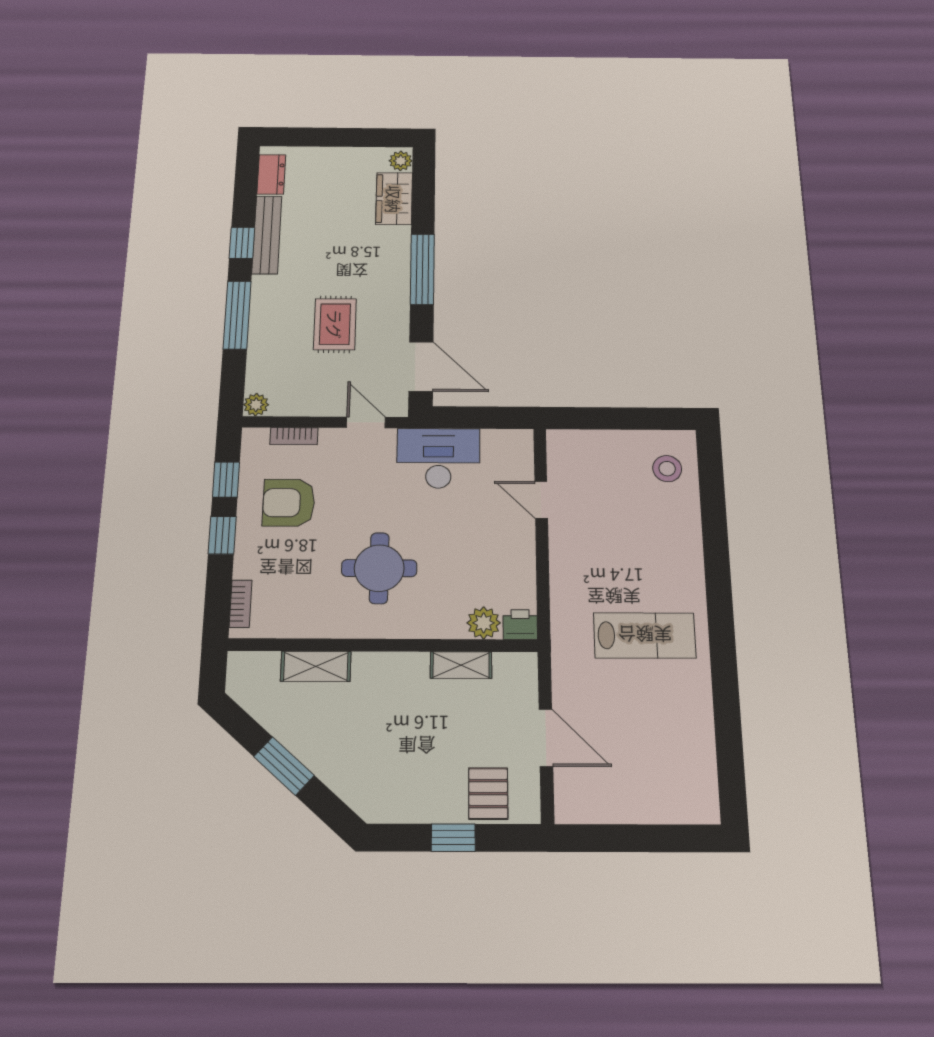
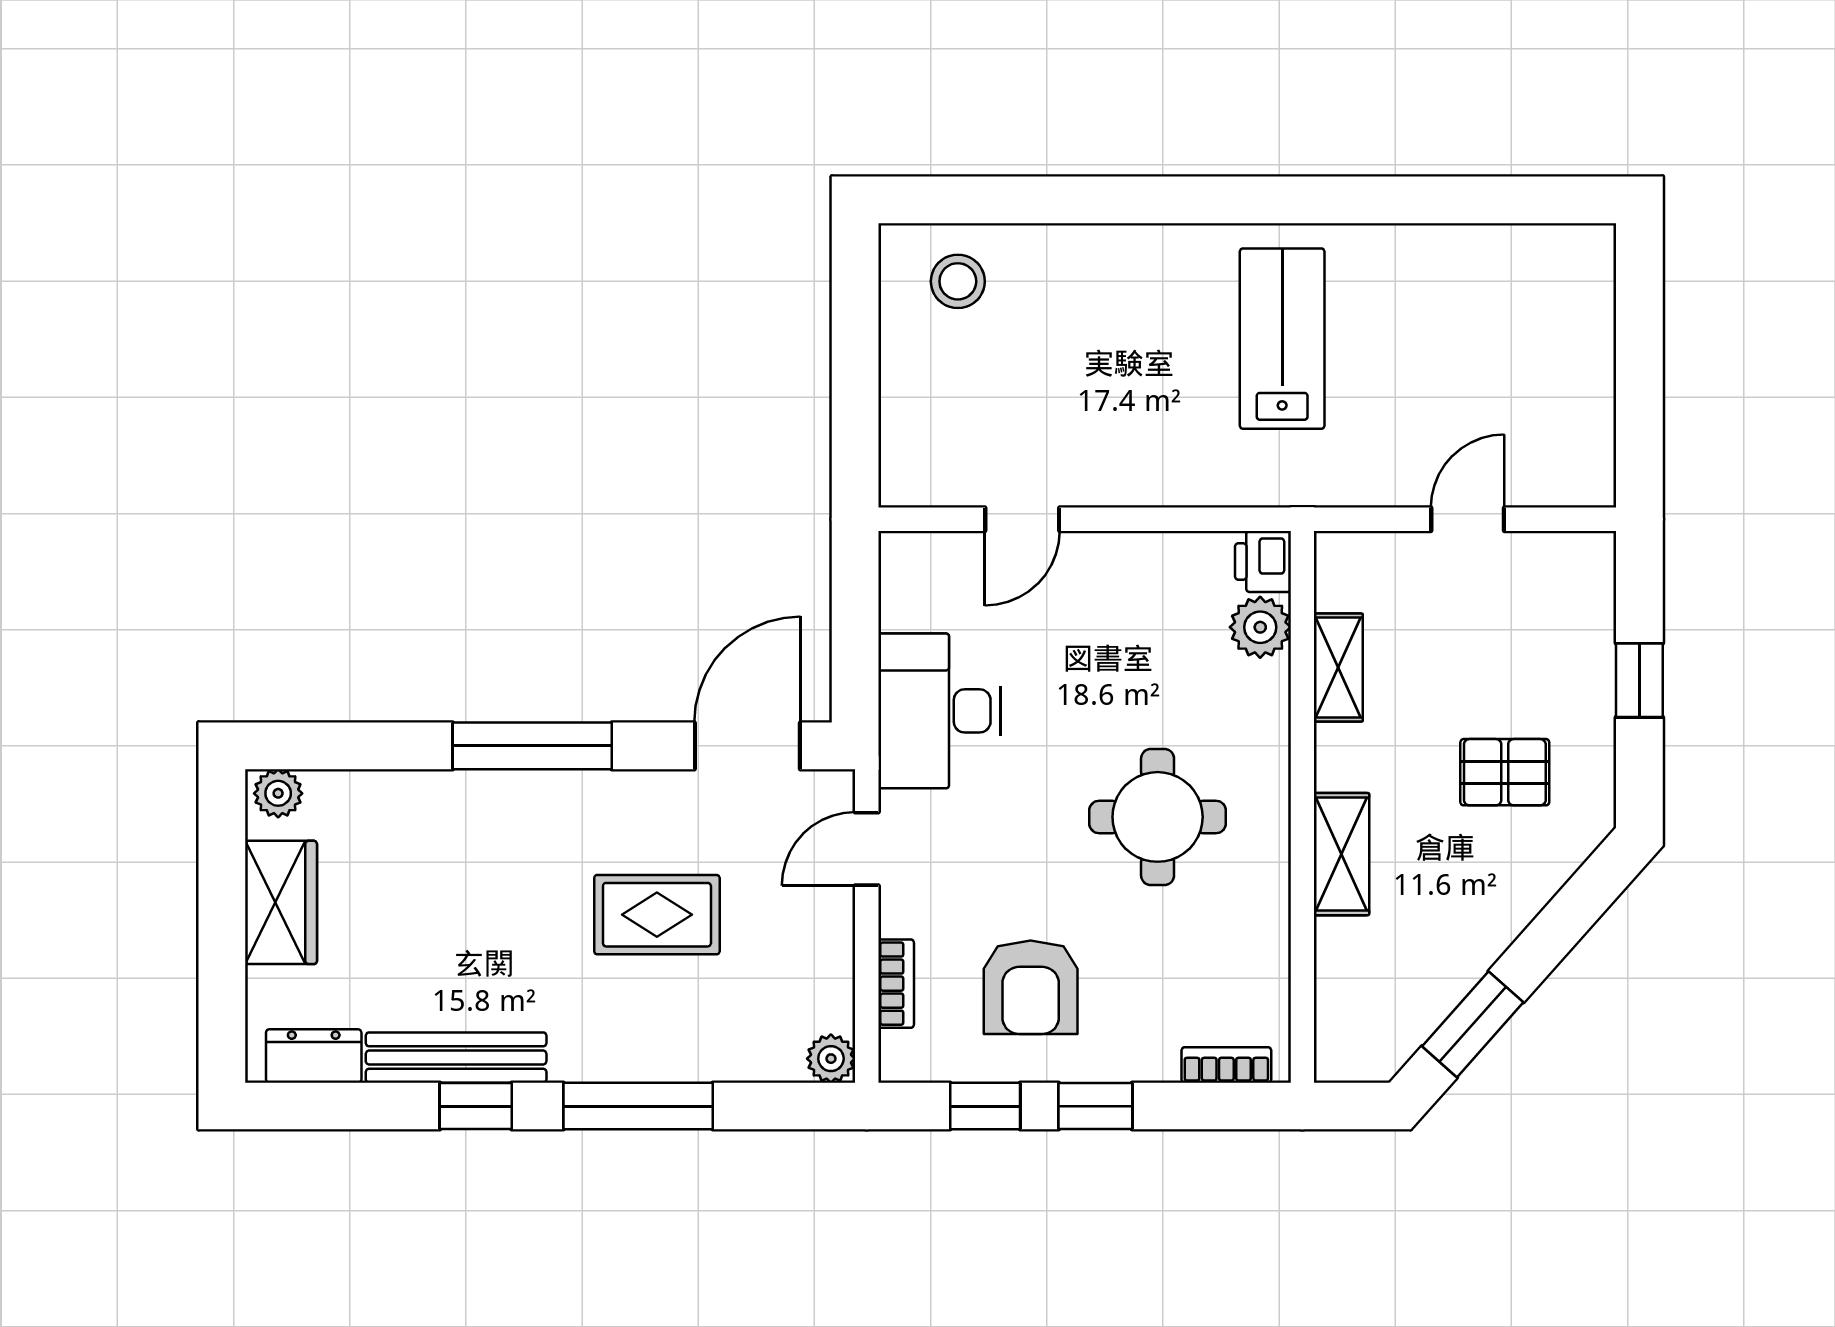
wardrobe: (394, 199) -> (281, 902), moved, turned -90
shelving: (316, 666) -> (1342, 854), moved
door: (546, 738) -> (1468, 519), width x0.73
window: (284, 766) -> (1473, 1024), moved
pallet: (488, 794) -> (1505, 772), moved

